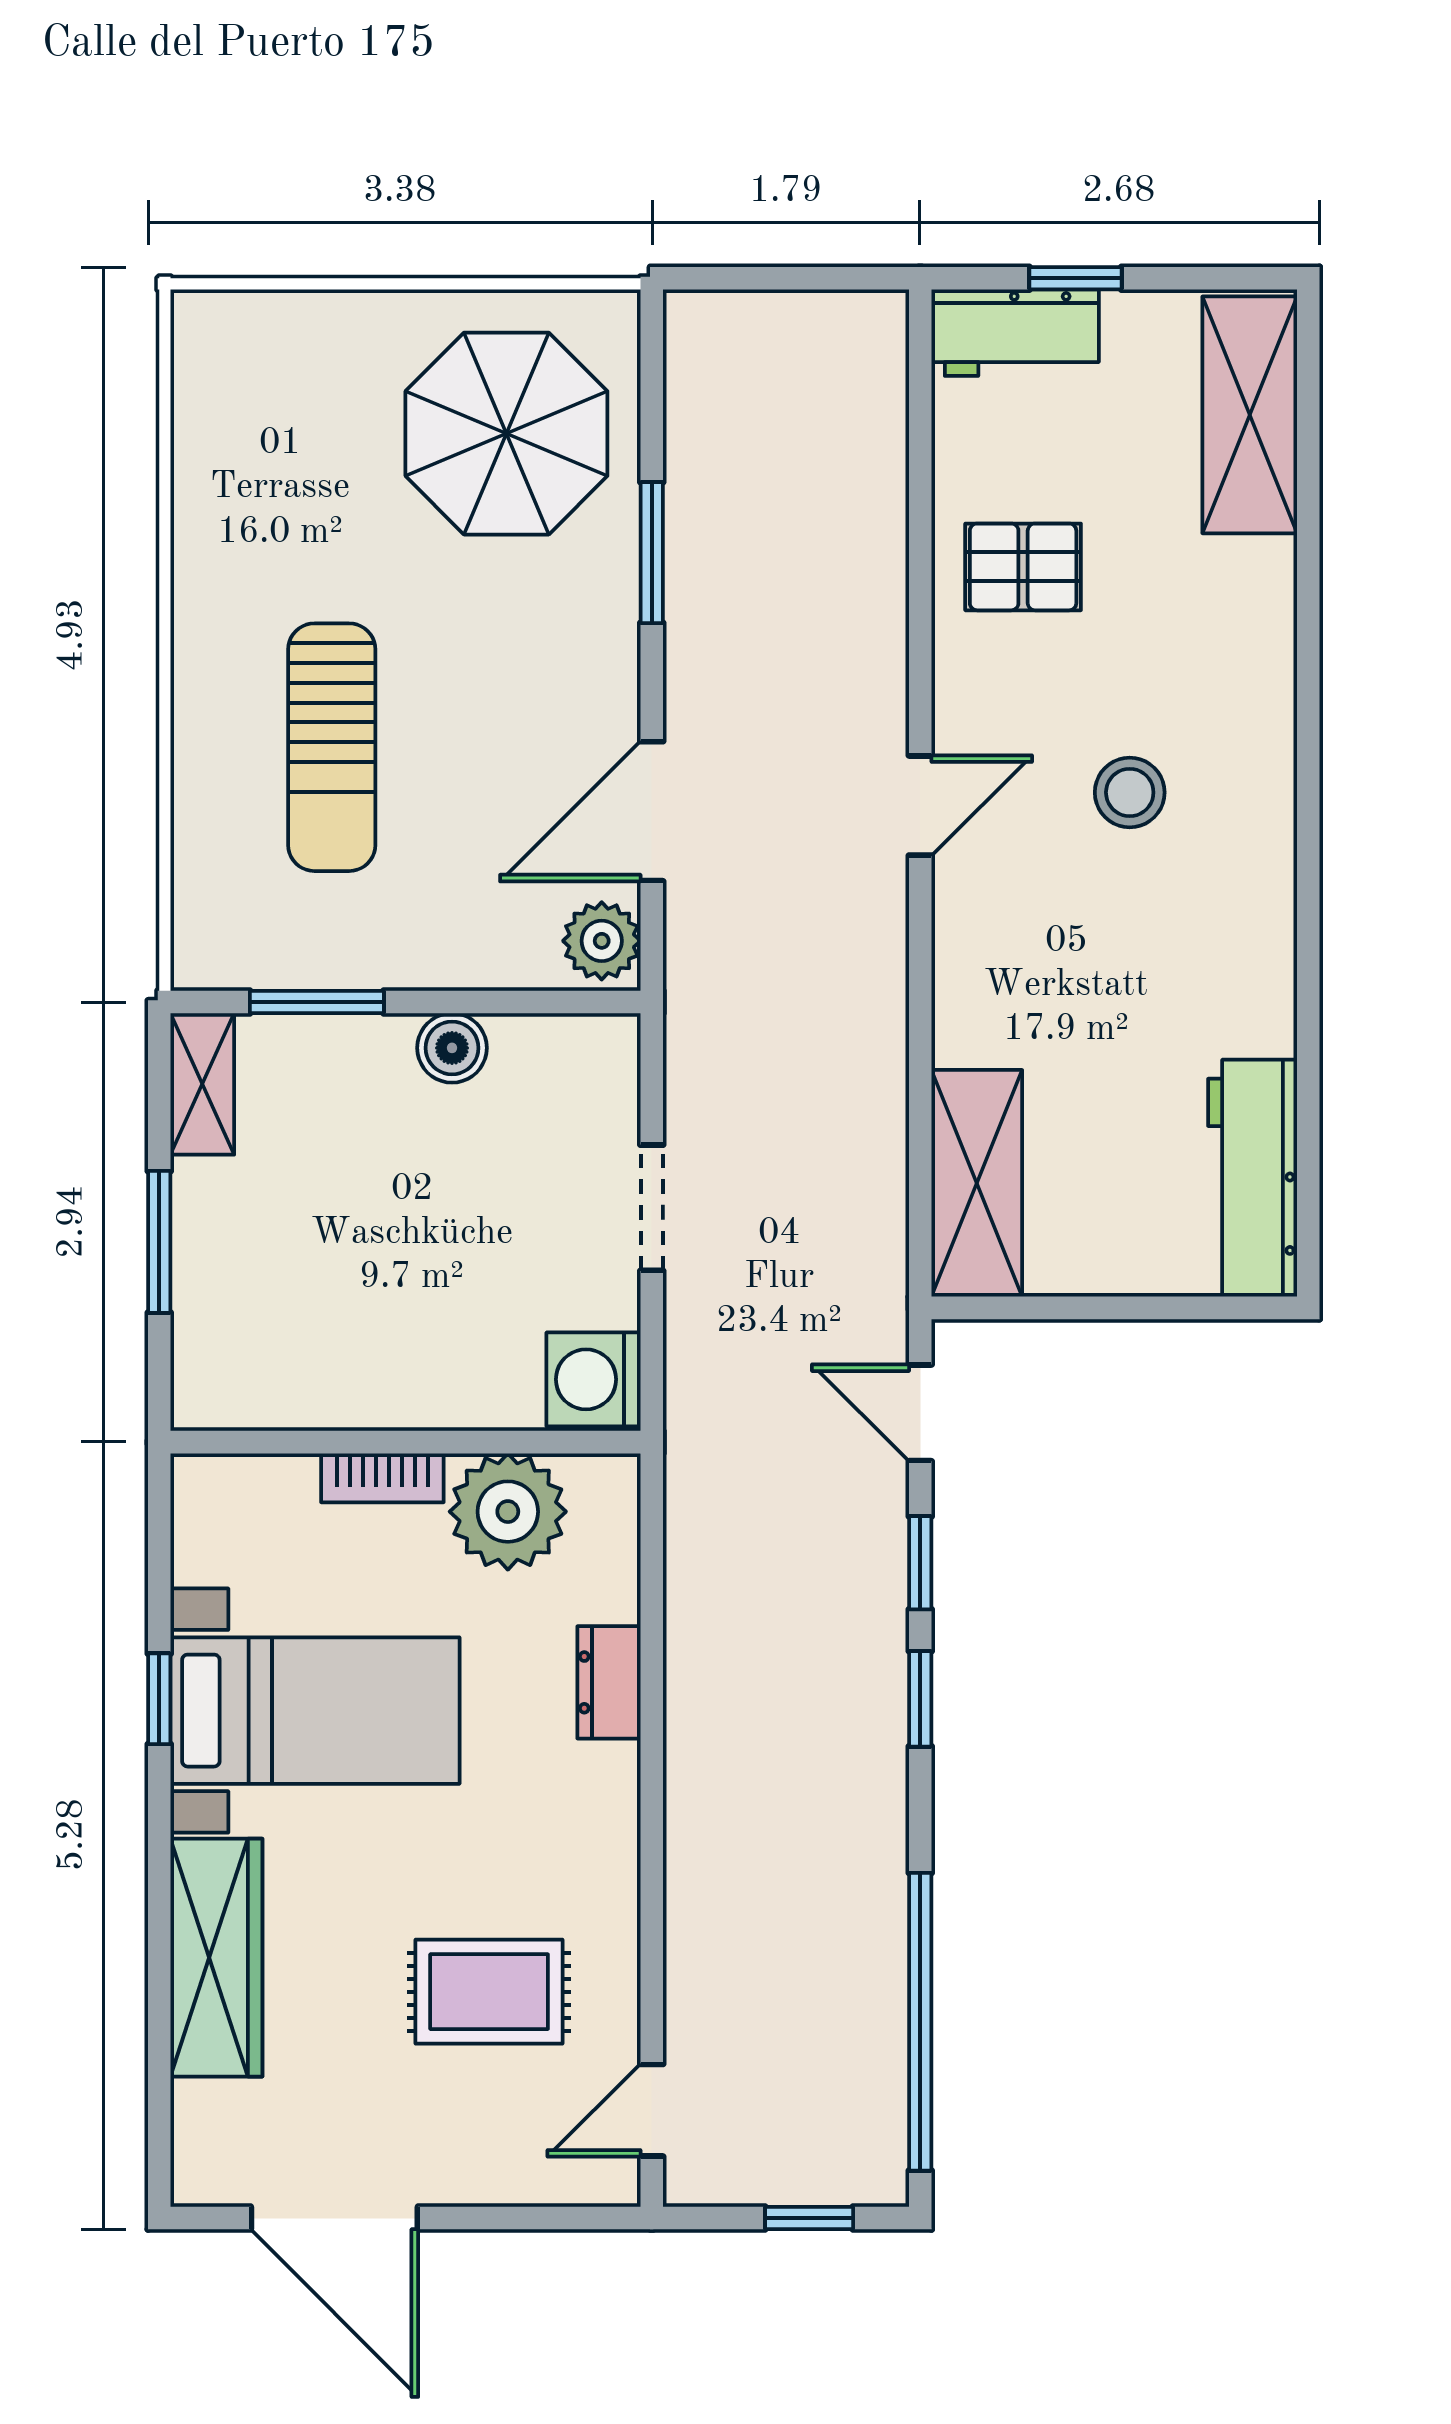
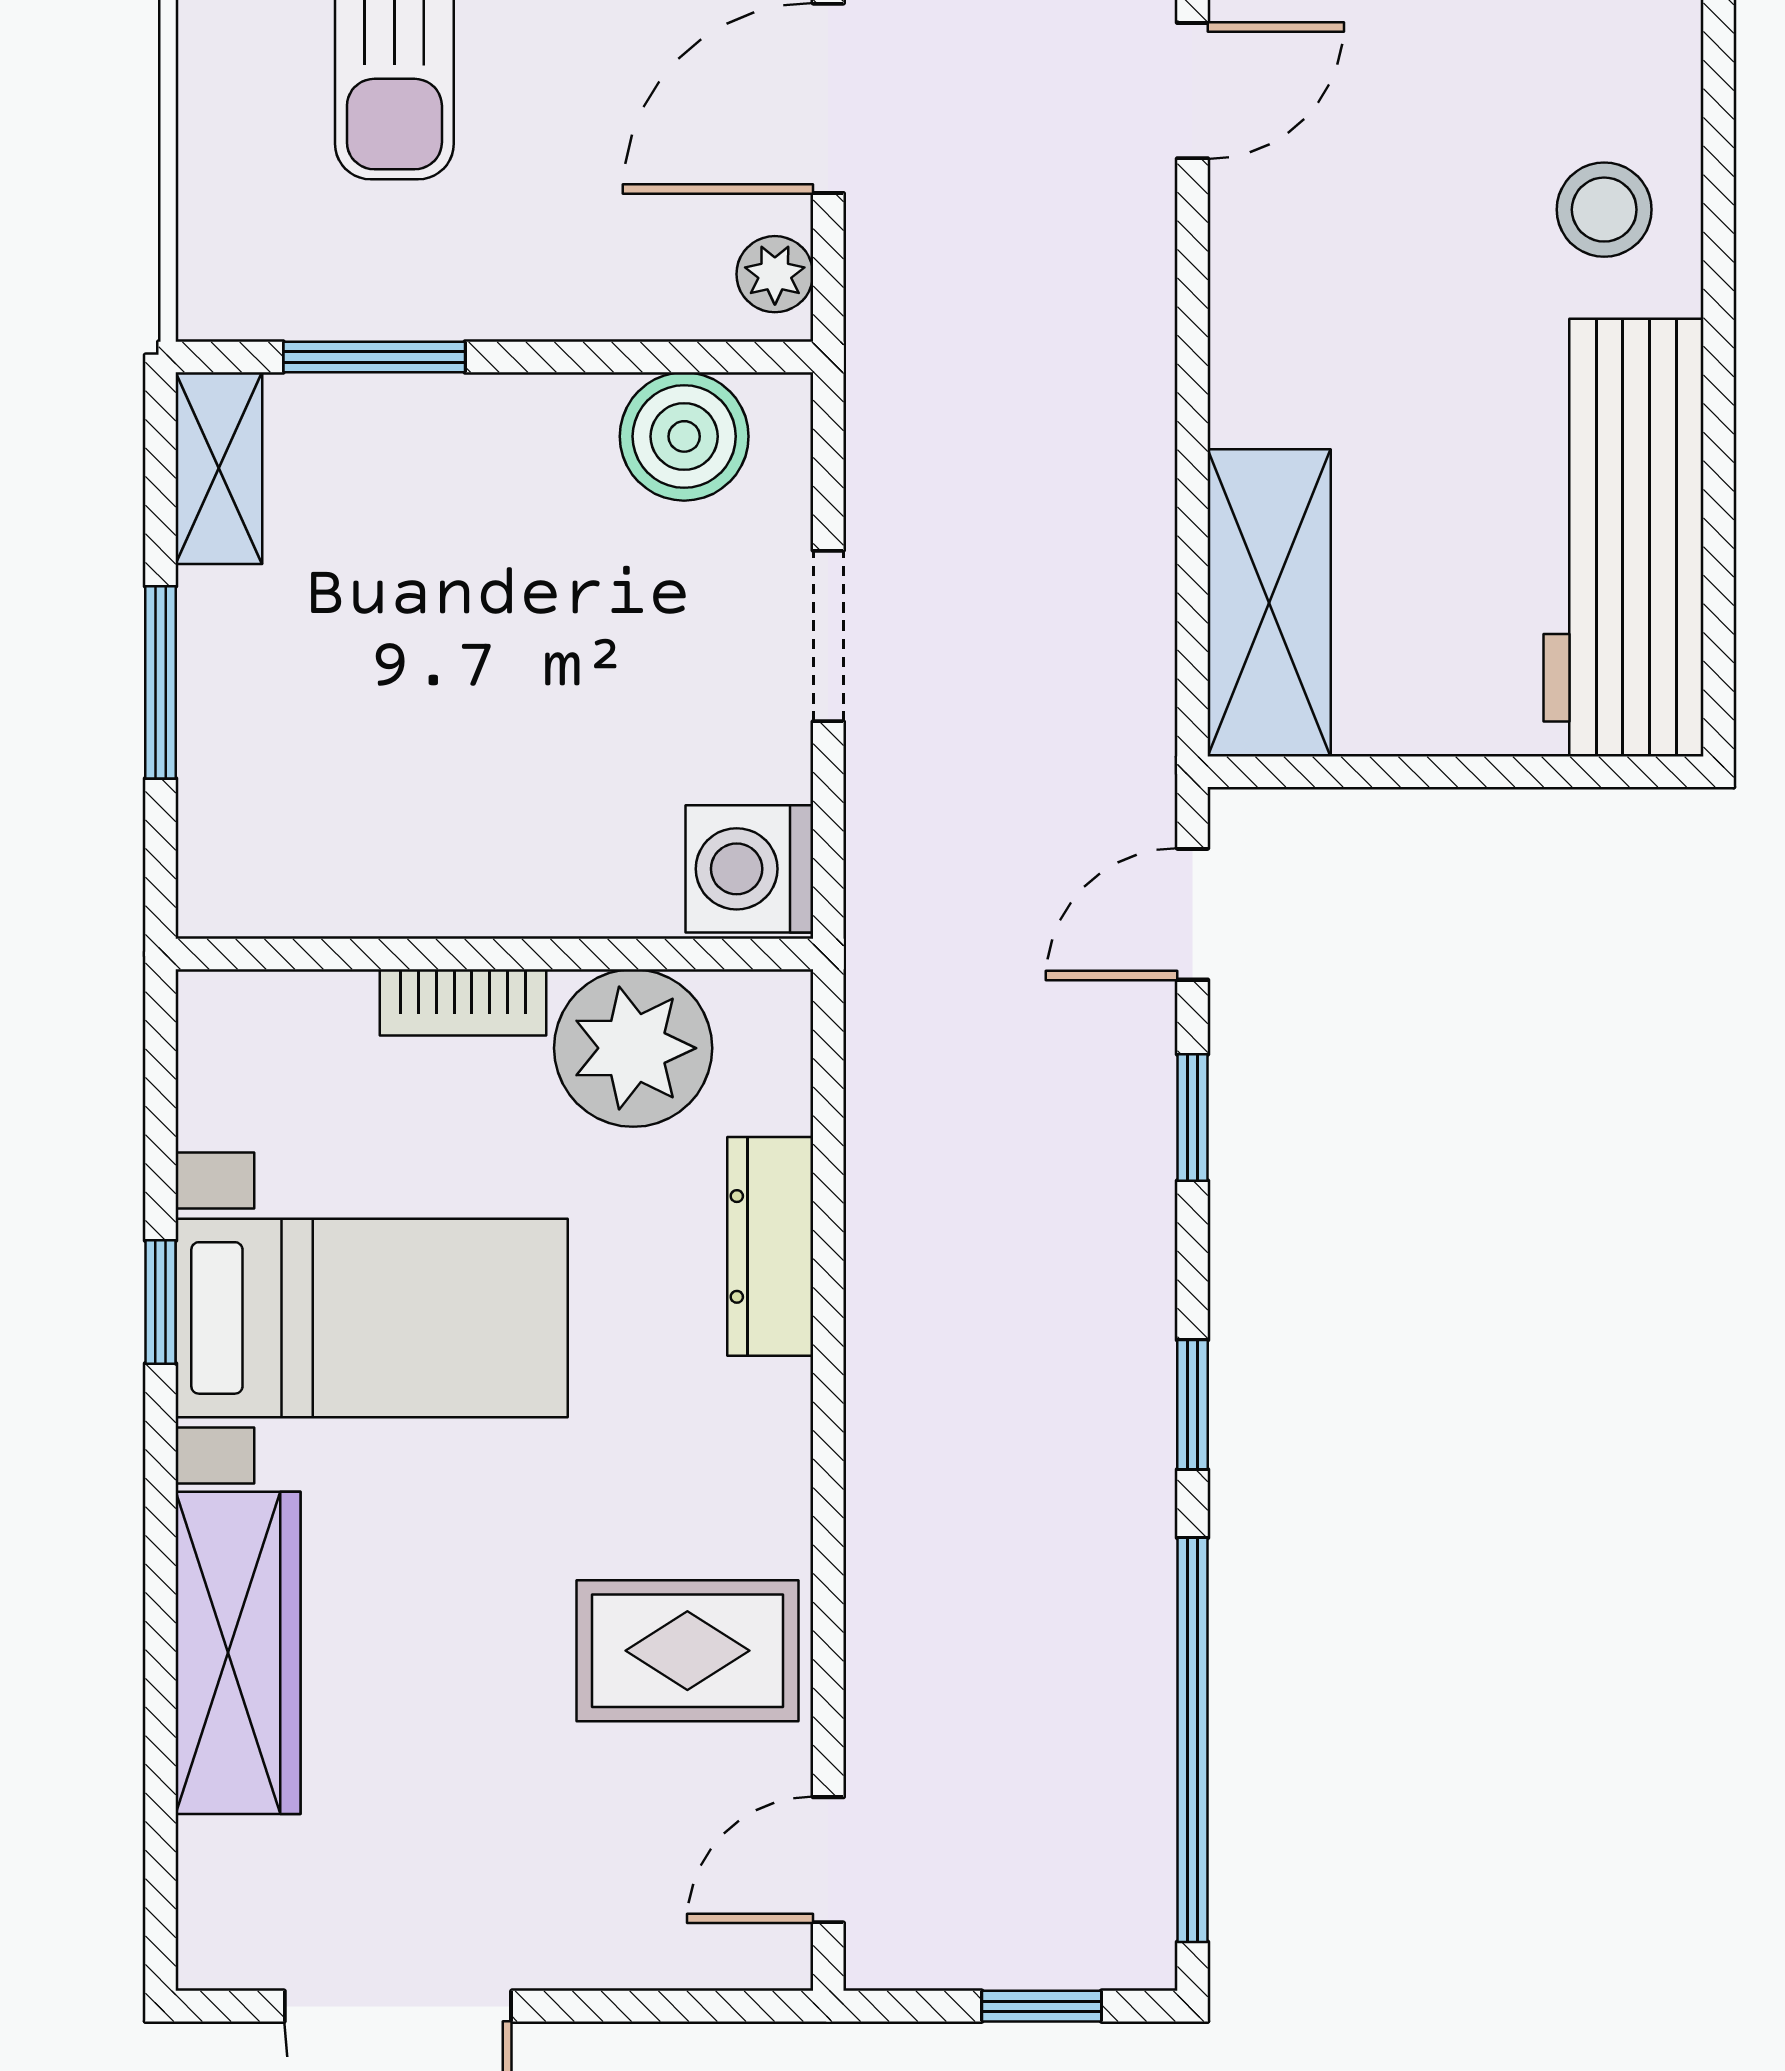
stool: (1130, 792) -> (1604, 210), moved
plant: (602, 941) -> (775, 274), width x0.73, depth x0.73
boiler: (452, 1048) -> (684, 436), moved, width x1.36, depth x1.36
workbench: (1253, 1178) -> (1624, 538), width x1.36, depth x1.32
door: (920, 1413) -> (1192, 914), hinge flipped
dresser: (609, 1682) -> (770, 1246), width x1.44
window: (920, 1699) -> (1192, 1405), moved
rug: (489, 1992) -> (687, 1651), moved

